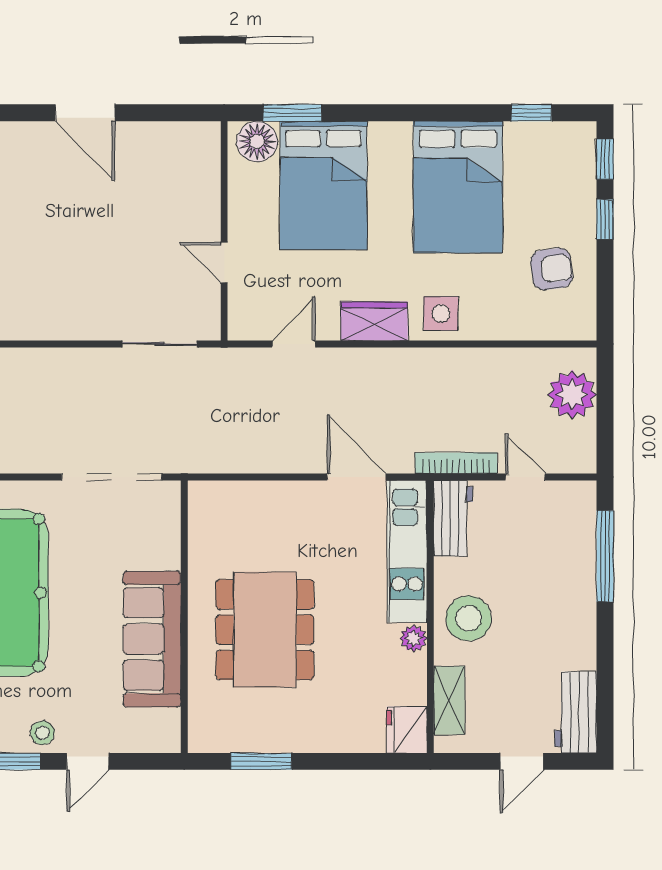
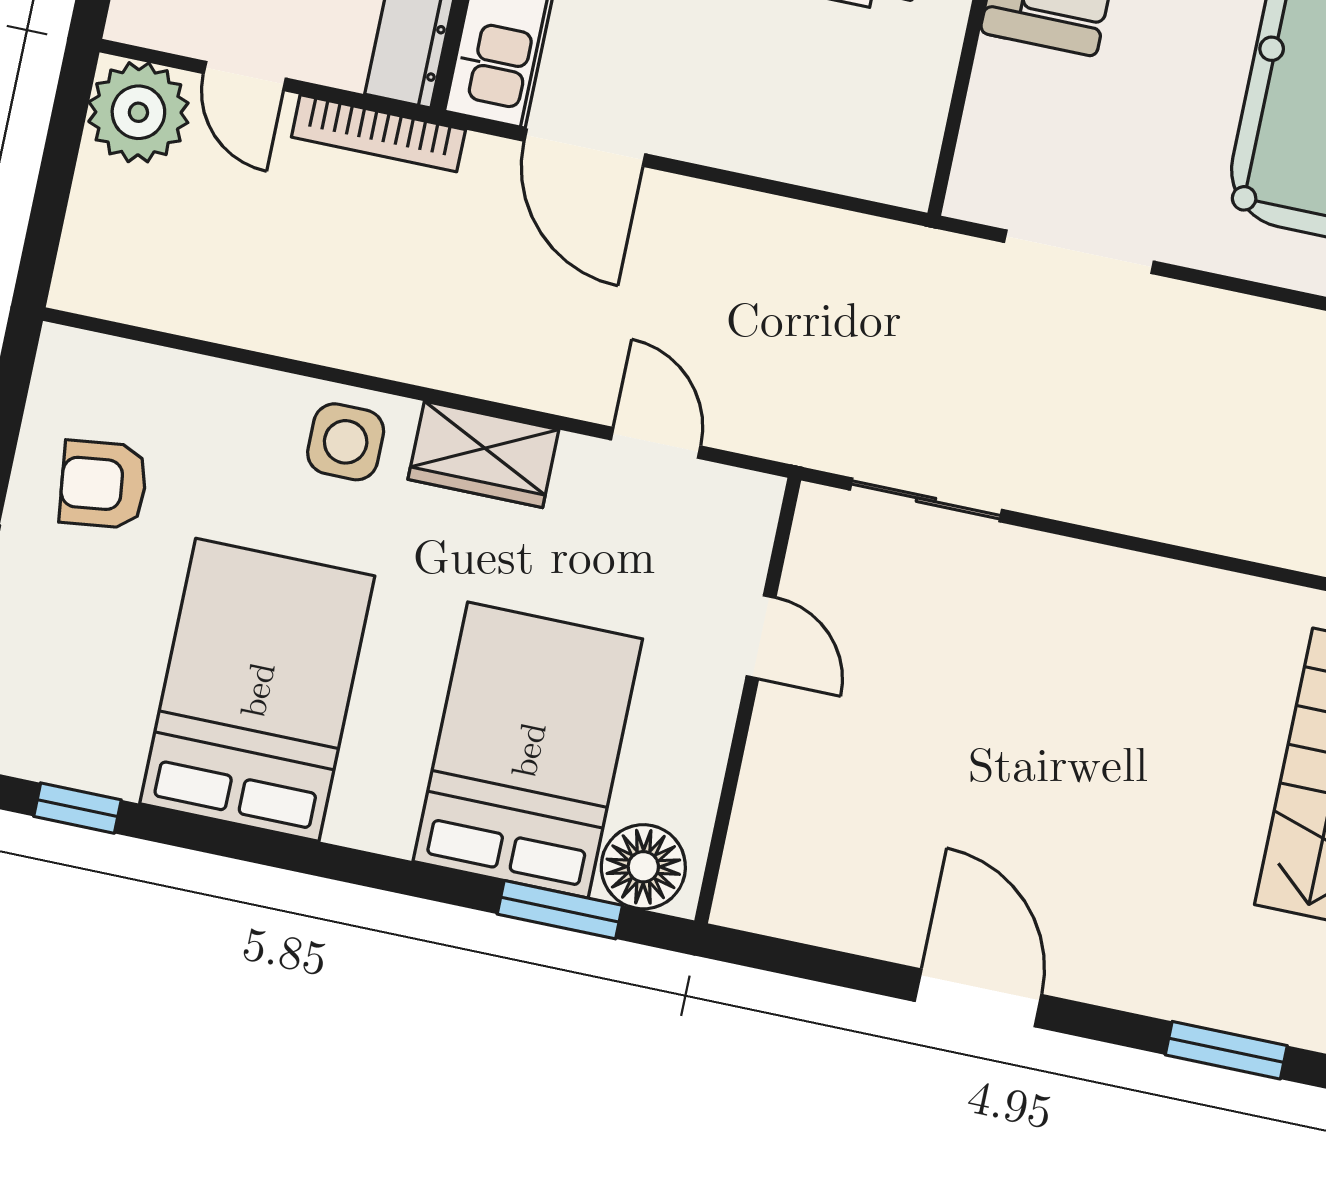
door: (294, 344) -> (656, 443), swing flipped
plant: (572, 395) -> (138, 112), moved
doorway: (112, 477) -> (1079, 252), width x0.73

